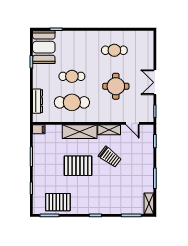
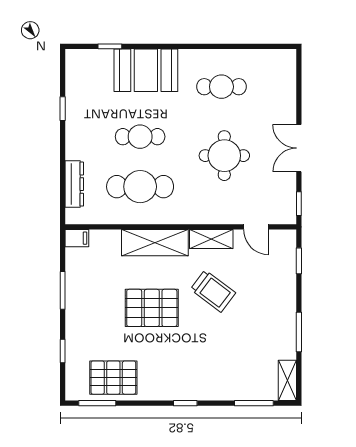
booth: (44, 47) -> (146, 70), moved, turned 90

